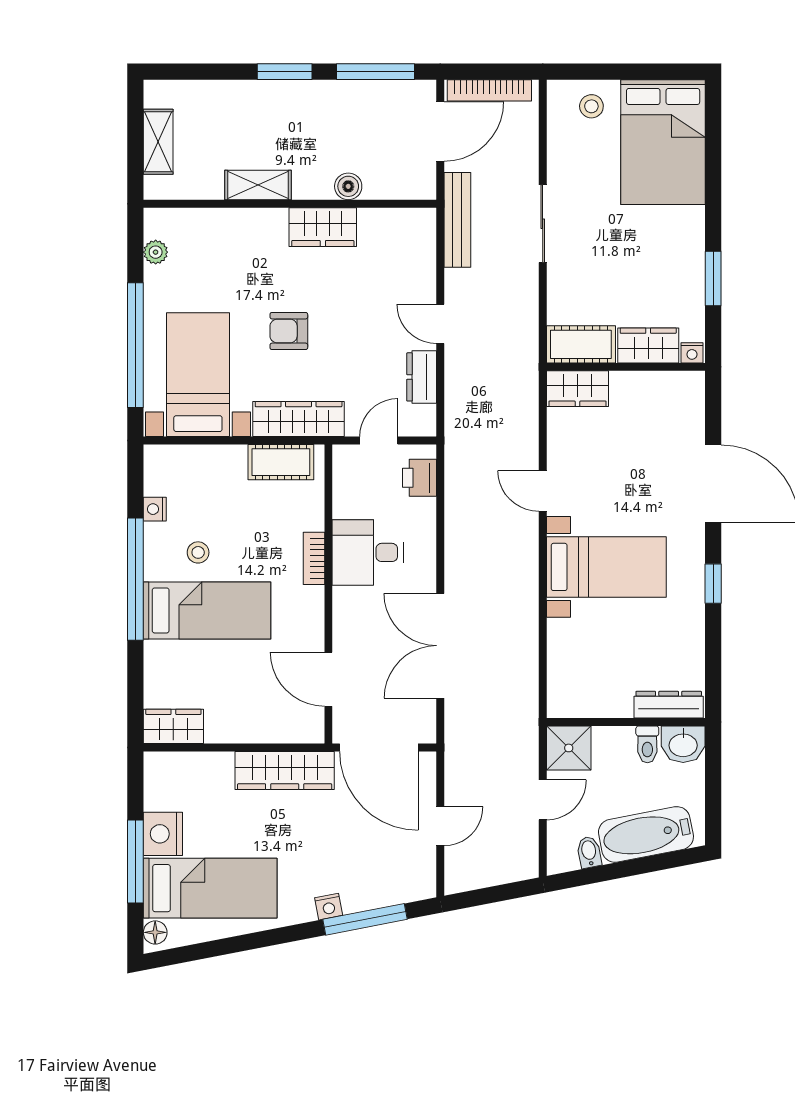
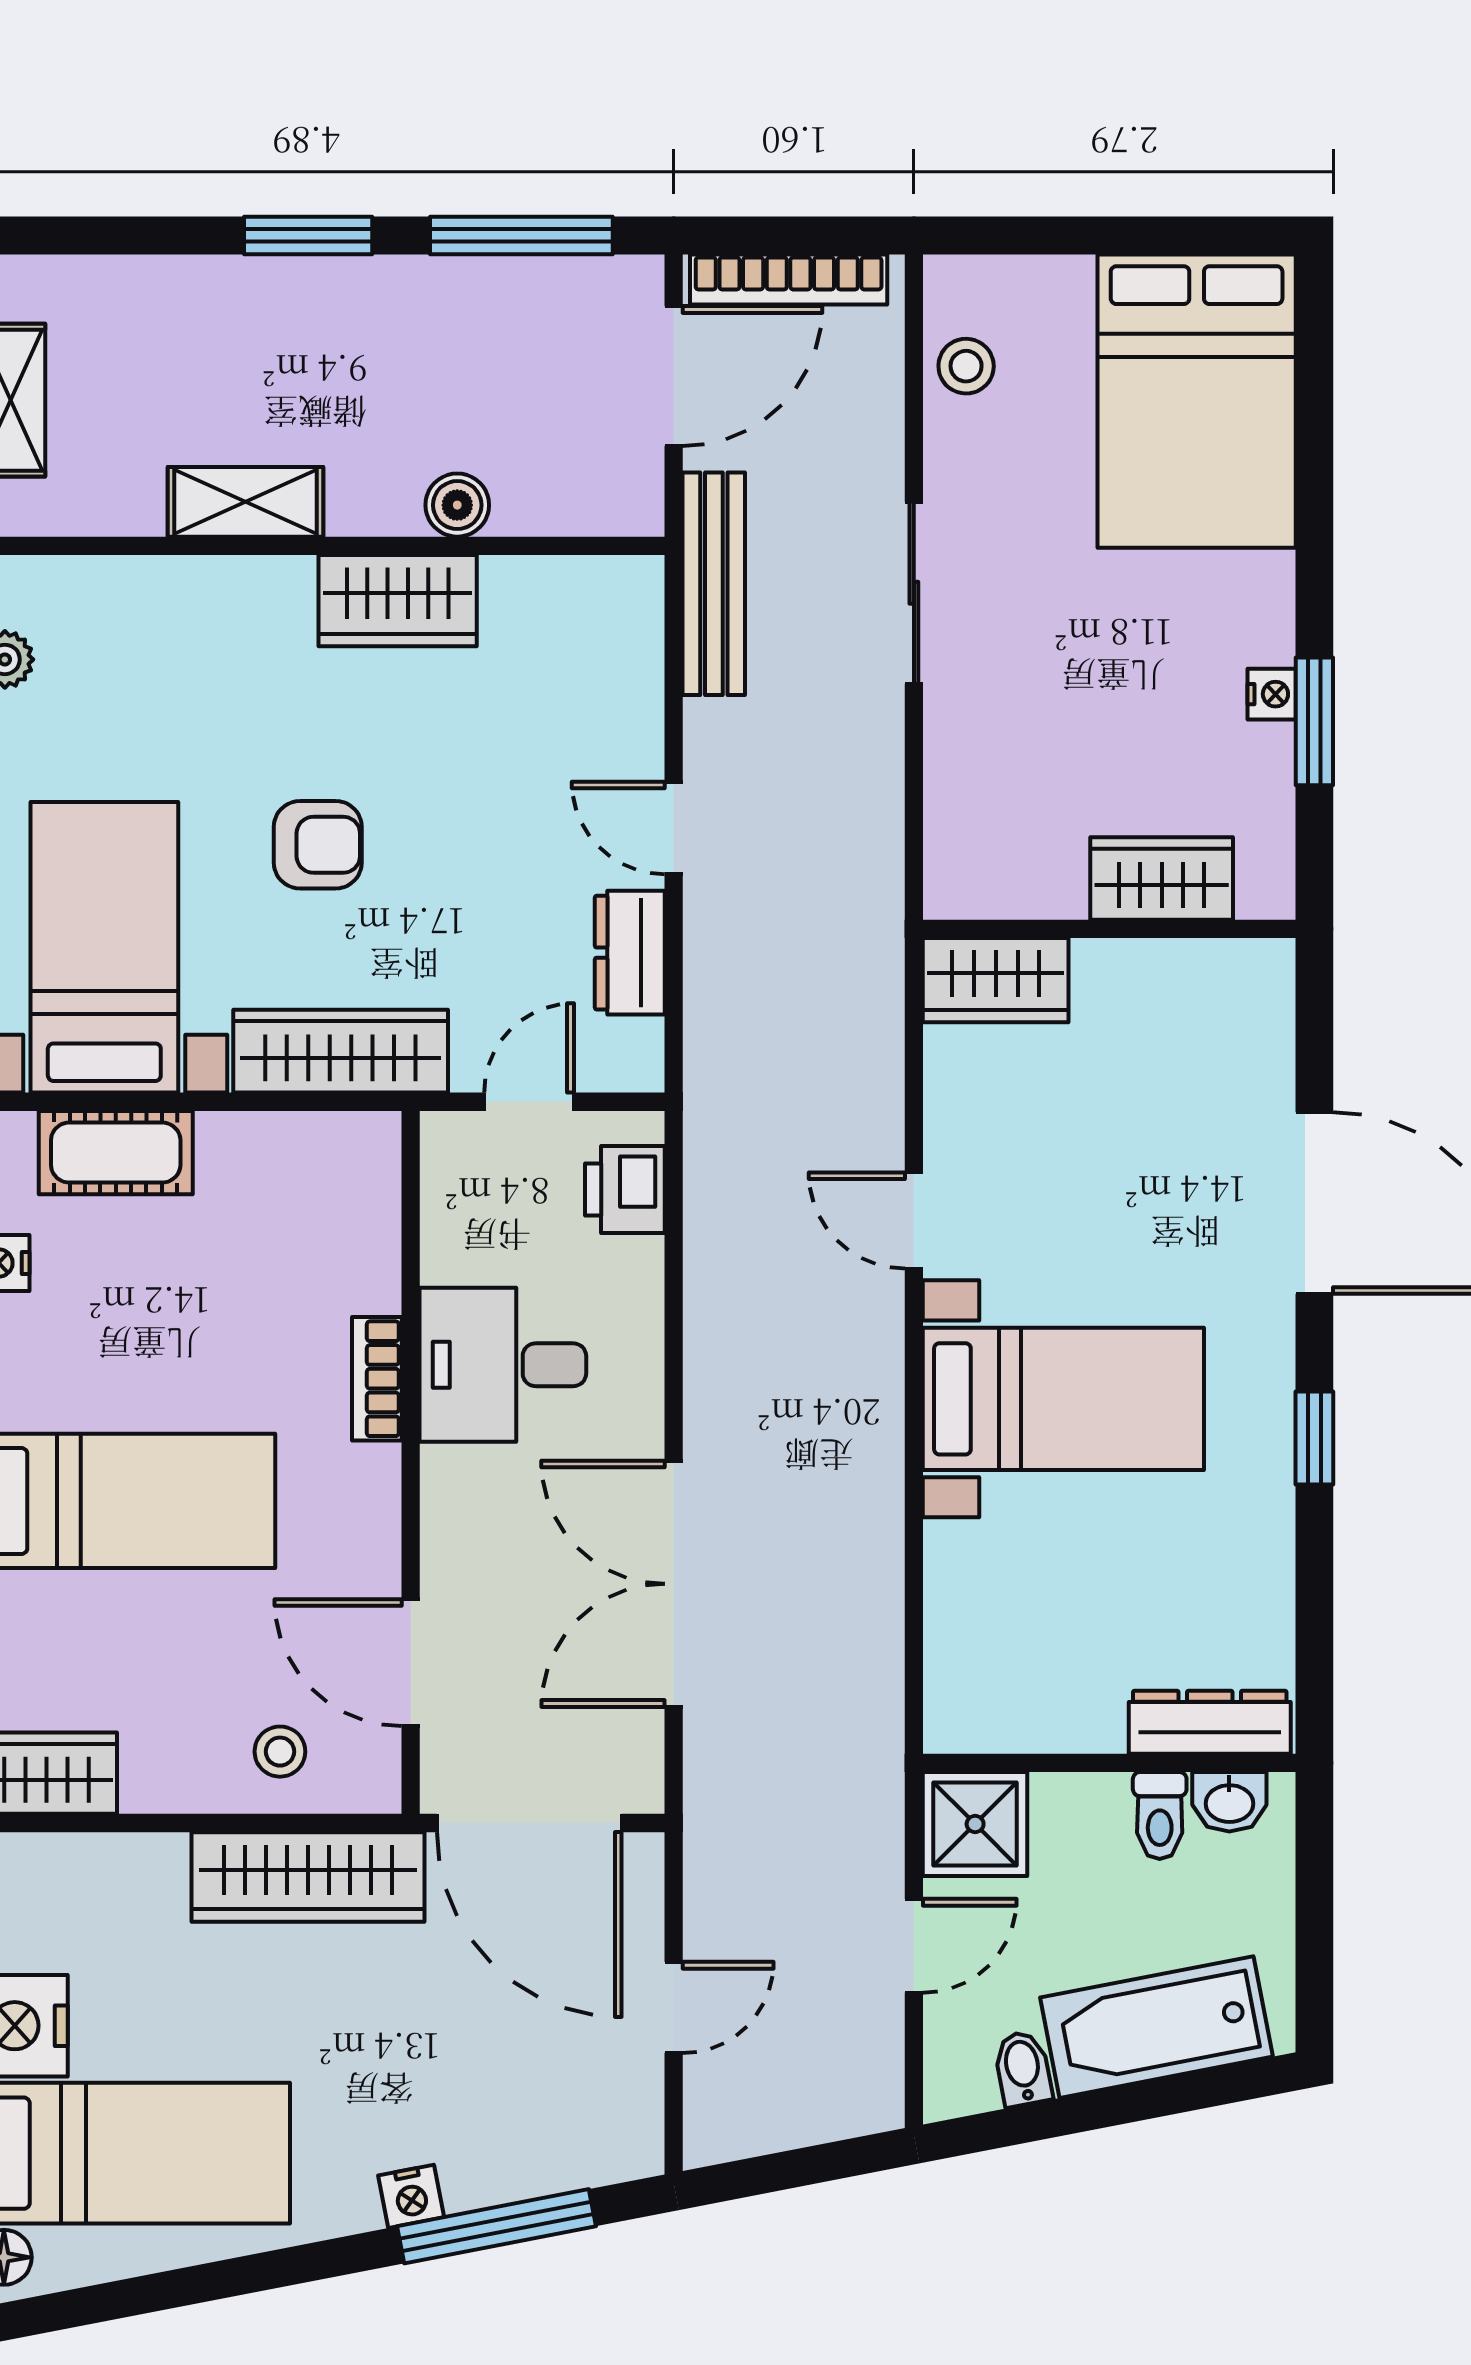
stool: (591, 106) -> (966, 366), moved
armchair: (289, 331) -> (318, 845), turned 180
cot: (581, 344) -> (1004, 876), removed
nightstand: (692, 353) -> (1272, 694), moved, turned -90
cot: (281, 462) -> (116, 1153), moved
stool: (198, 552) -> (280, 1752), moved
washbasin: (683, 744) -> (1229, 1802), width x0.72, depth x0.69

